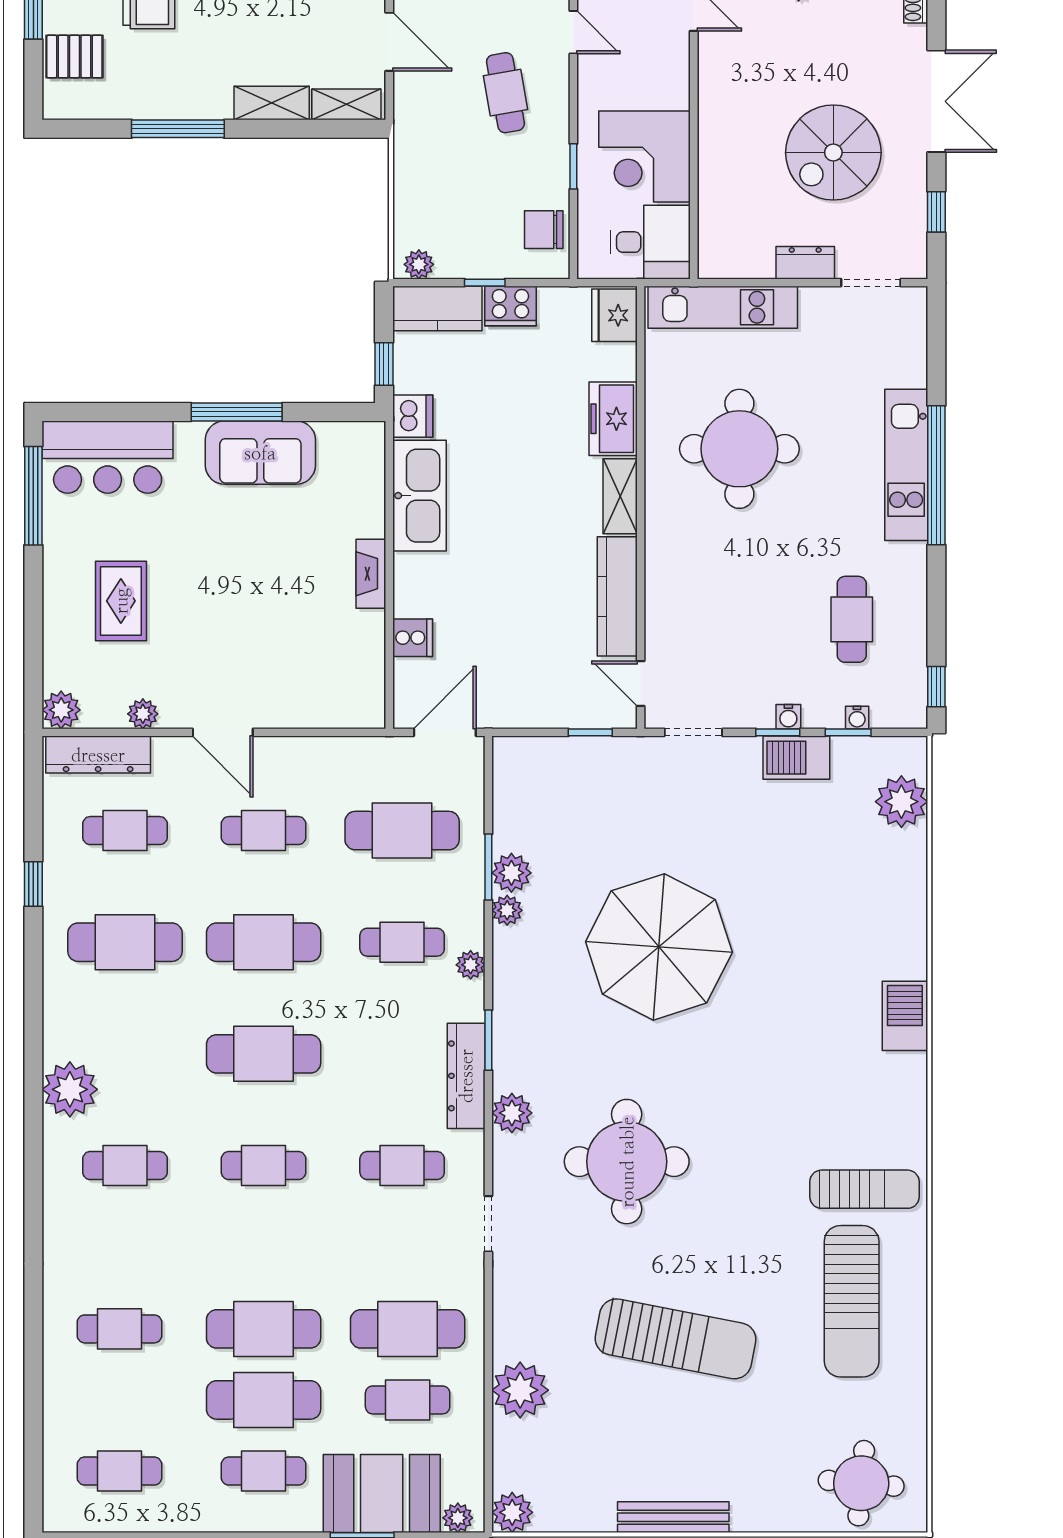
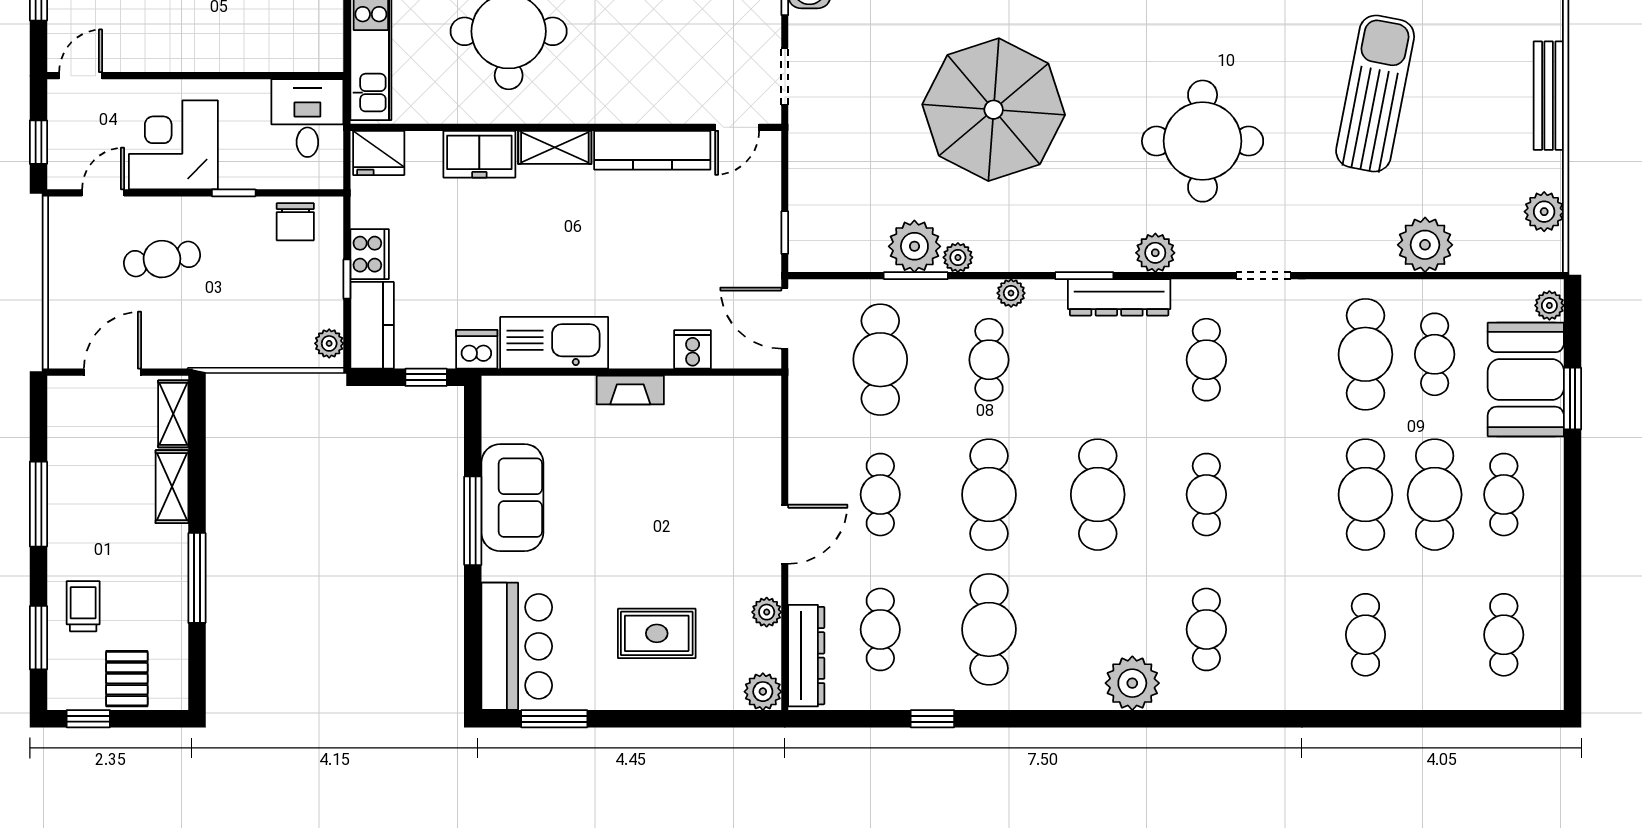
corner desk: (645, 156) -> (173, 145), moved, turned 180
window: (33, 496) -> (554, 719), width x0.69
window: (590, 732) -> (785, 232), moved
plant: (511, 873) -> (914, 246), width x1.36, depth x1.36
plant: (512, 1512) -> (1544, 212), moved

